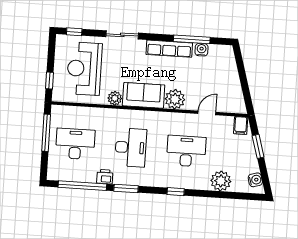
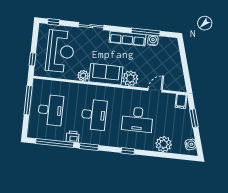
reception desk: (84, 69) -> (60, 51), turned 180
desk: (75, 144) -> (51, 110), turned 90
desk: (186, 151) -> (137, 119), turned 180

